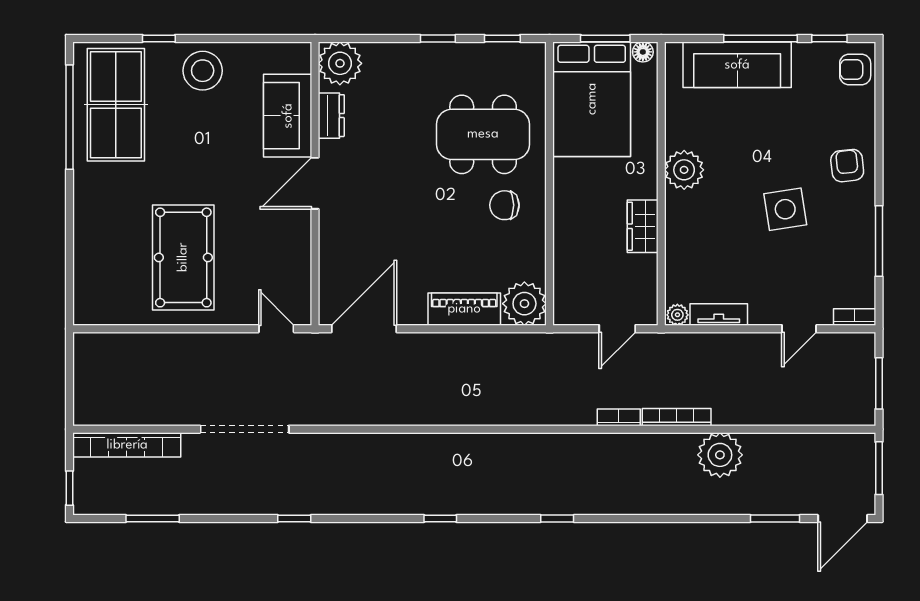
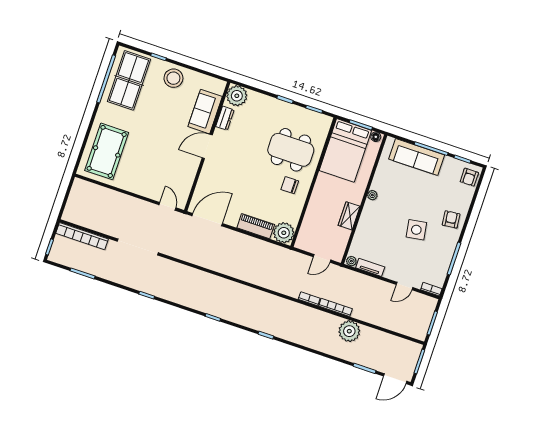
armchair: (855, 69) -> (469, 177), turned -90
plant: (684, 170) -> (372, 195), width x0.53, depth x0.53
pool table: (183, 257) -> (107, 151), moved

